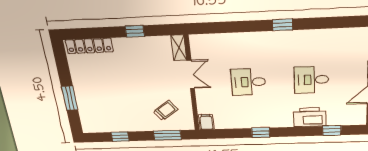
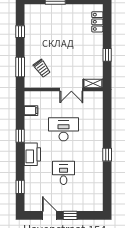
locker: (89, 46) -> (97, 22), width x0.66
desk: (248, 82) -> (64, 129), width x1.37
printer: (310, 117) -> (32, 154), moved
filing cabinet: (206, 122) -> (31, 111), moved

